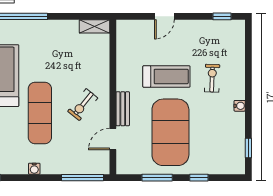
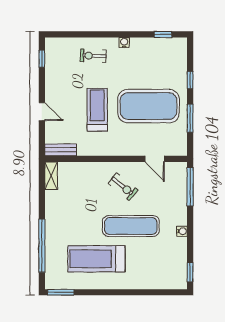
exercise bike: (212, 78) -> (93, 56), moved
bench: (123, 109) -> (61, 150), moved

